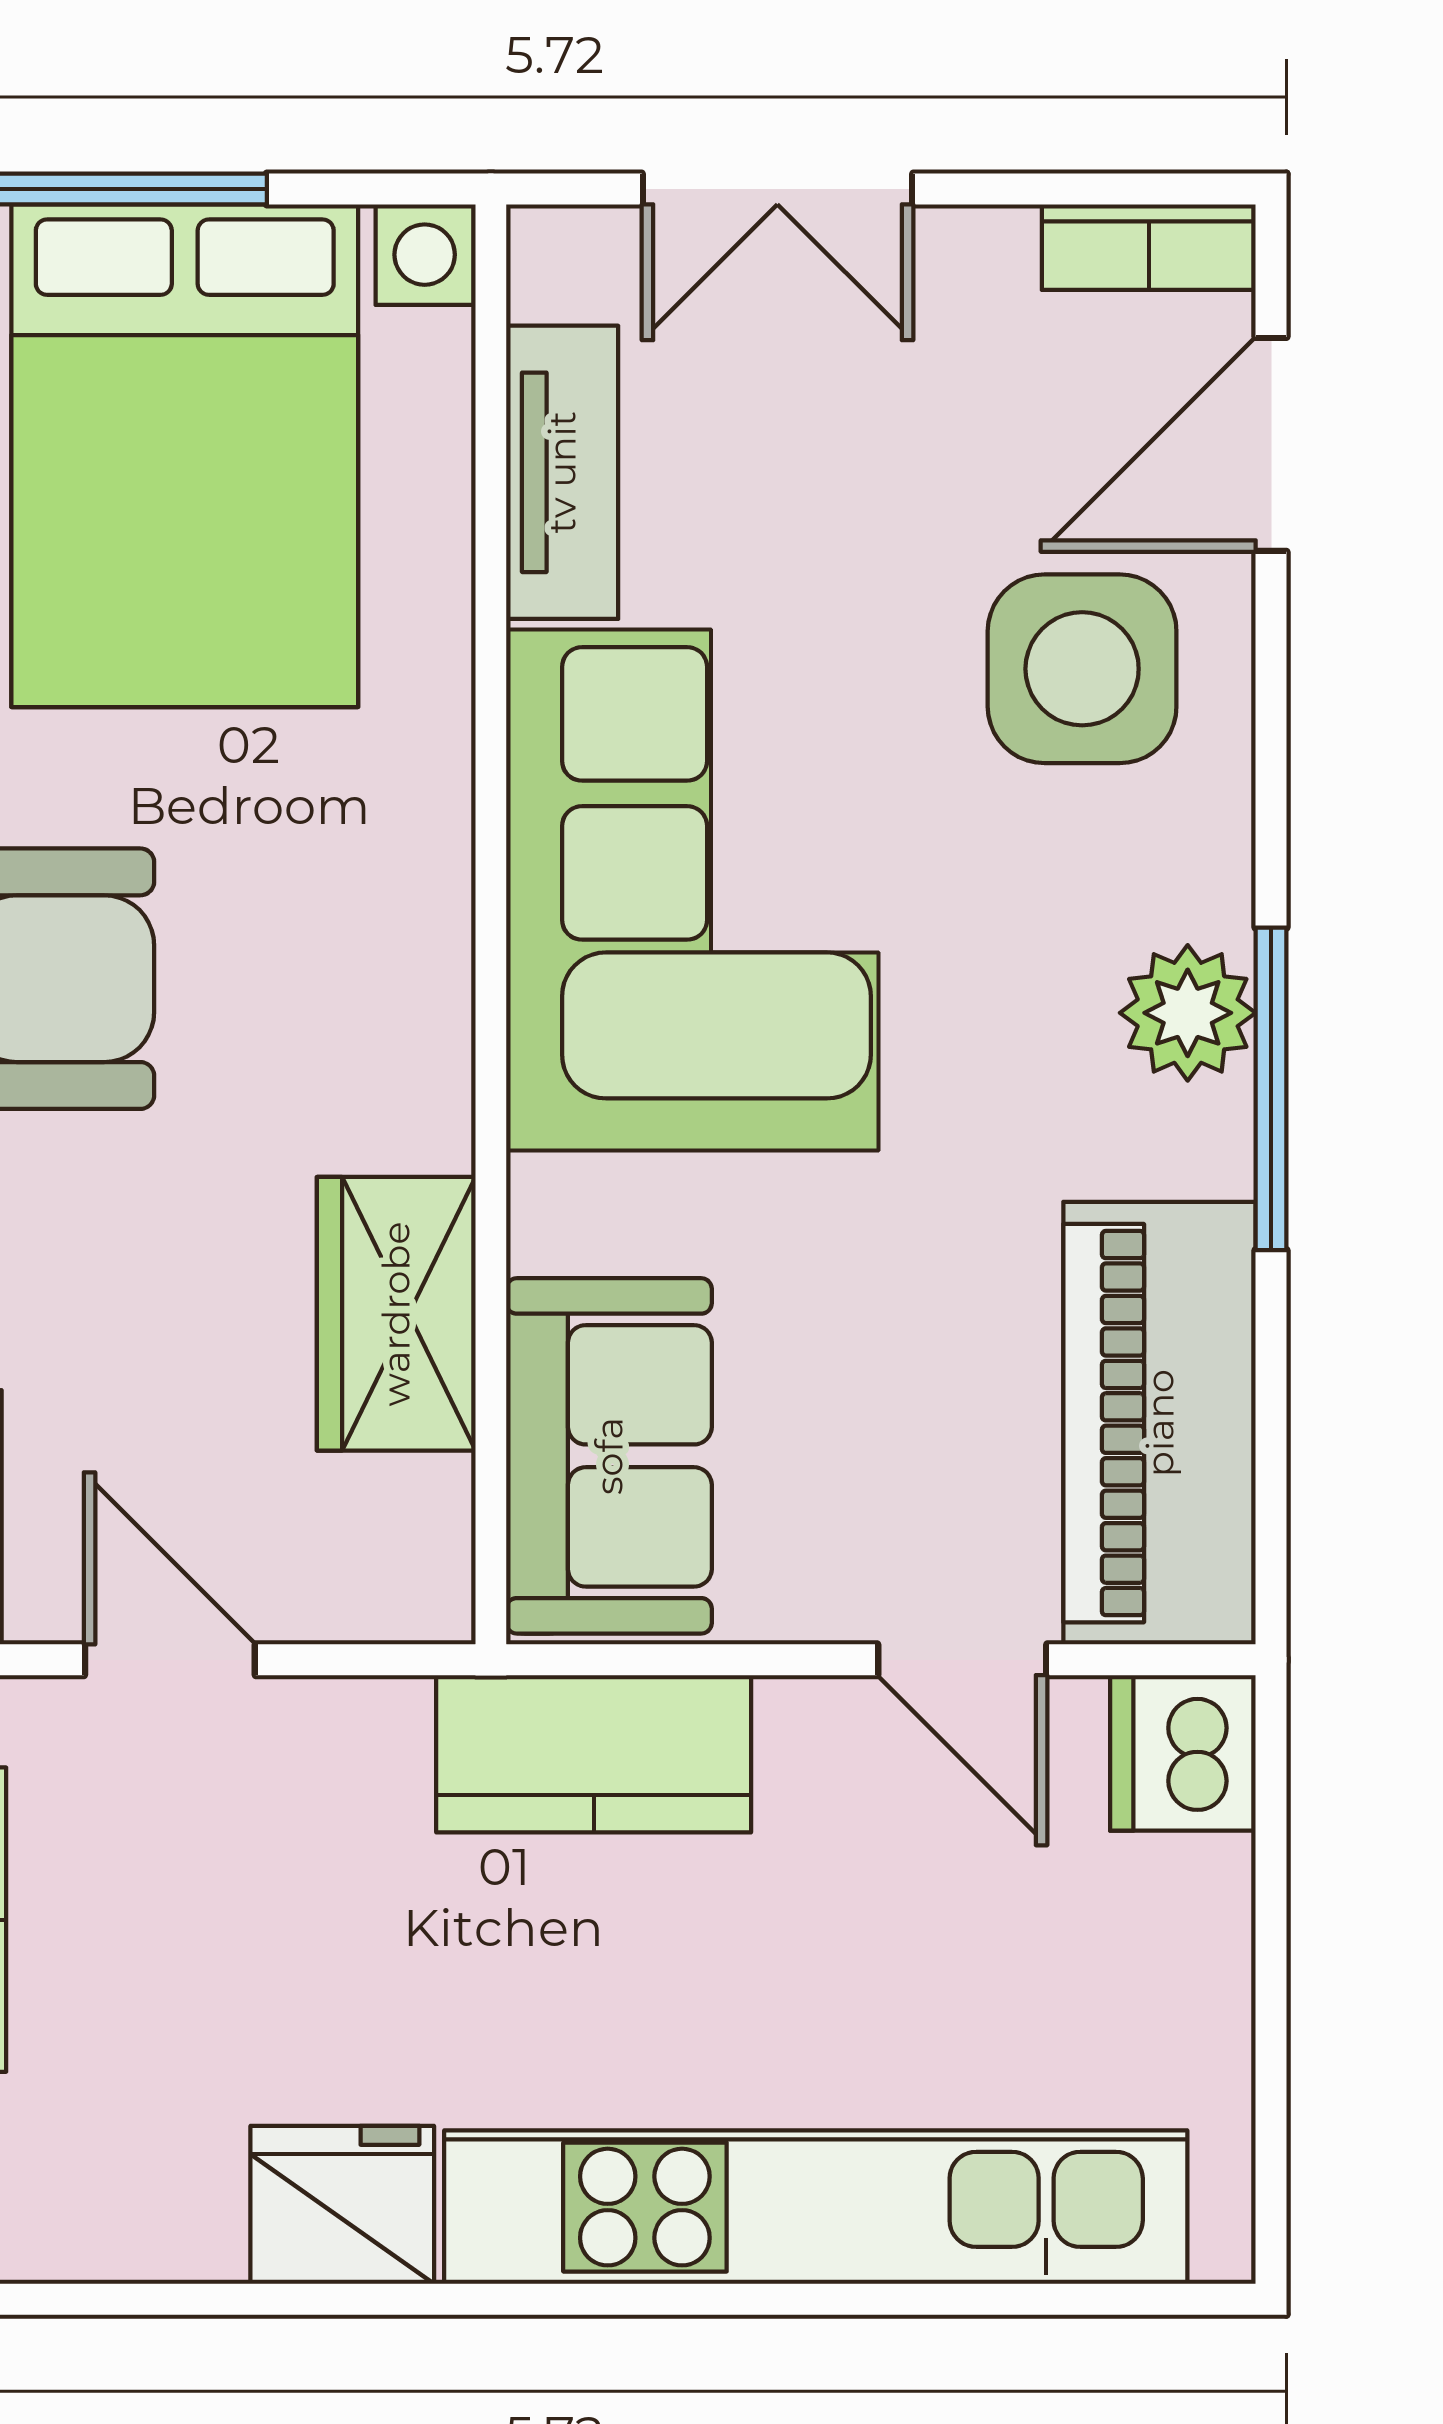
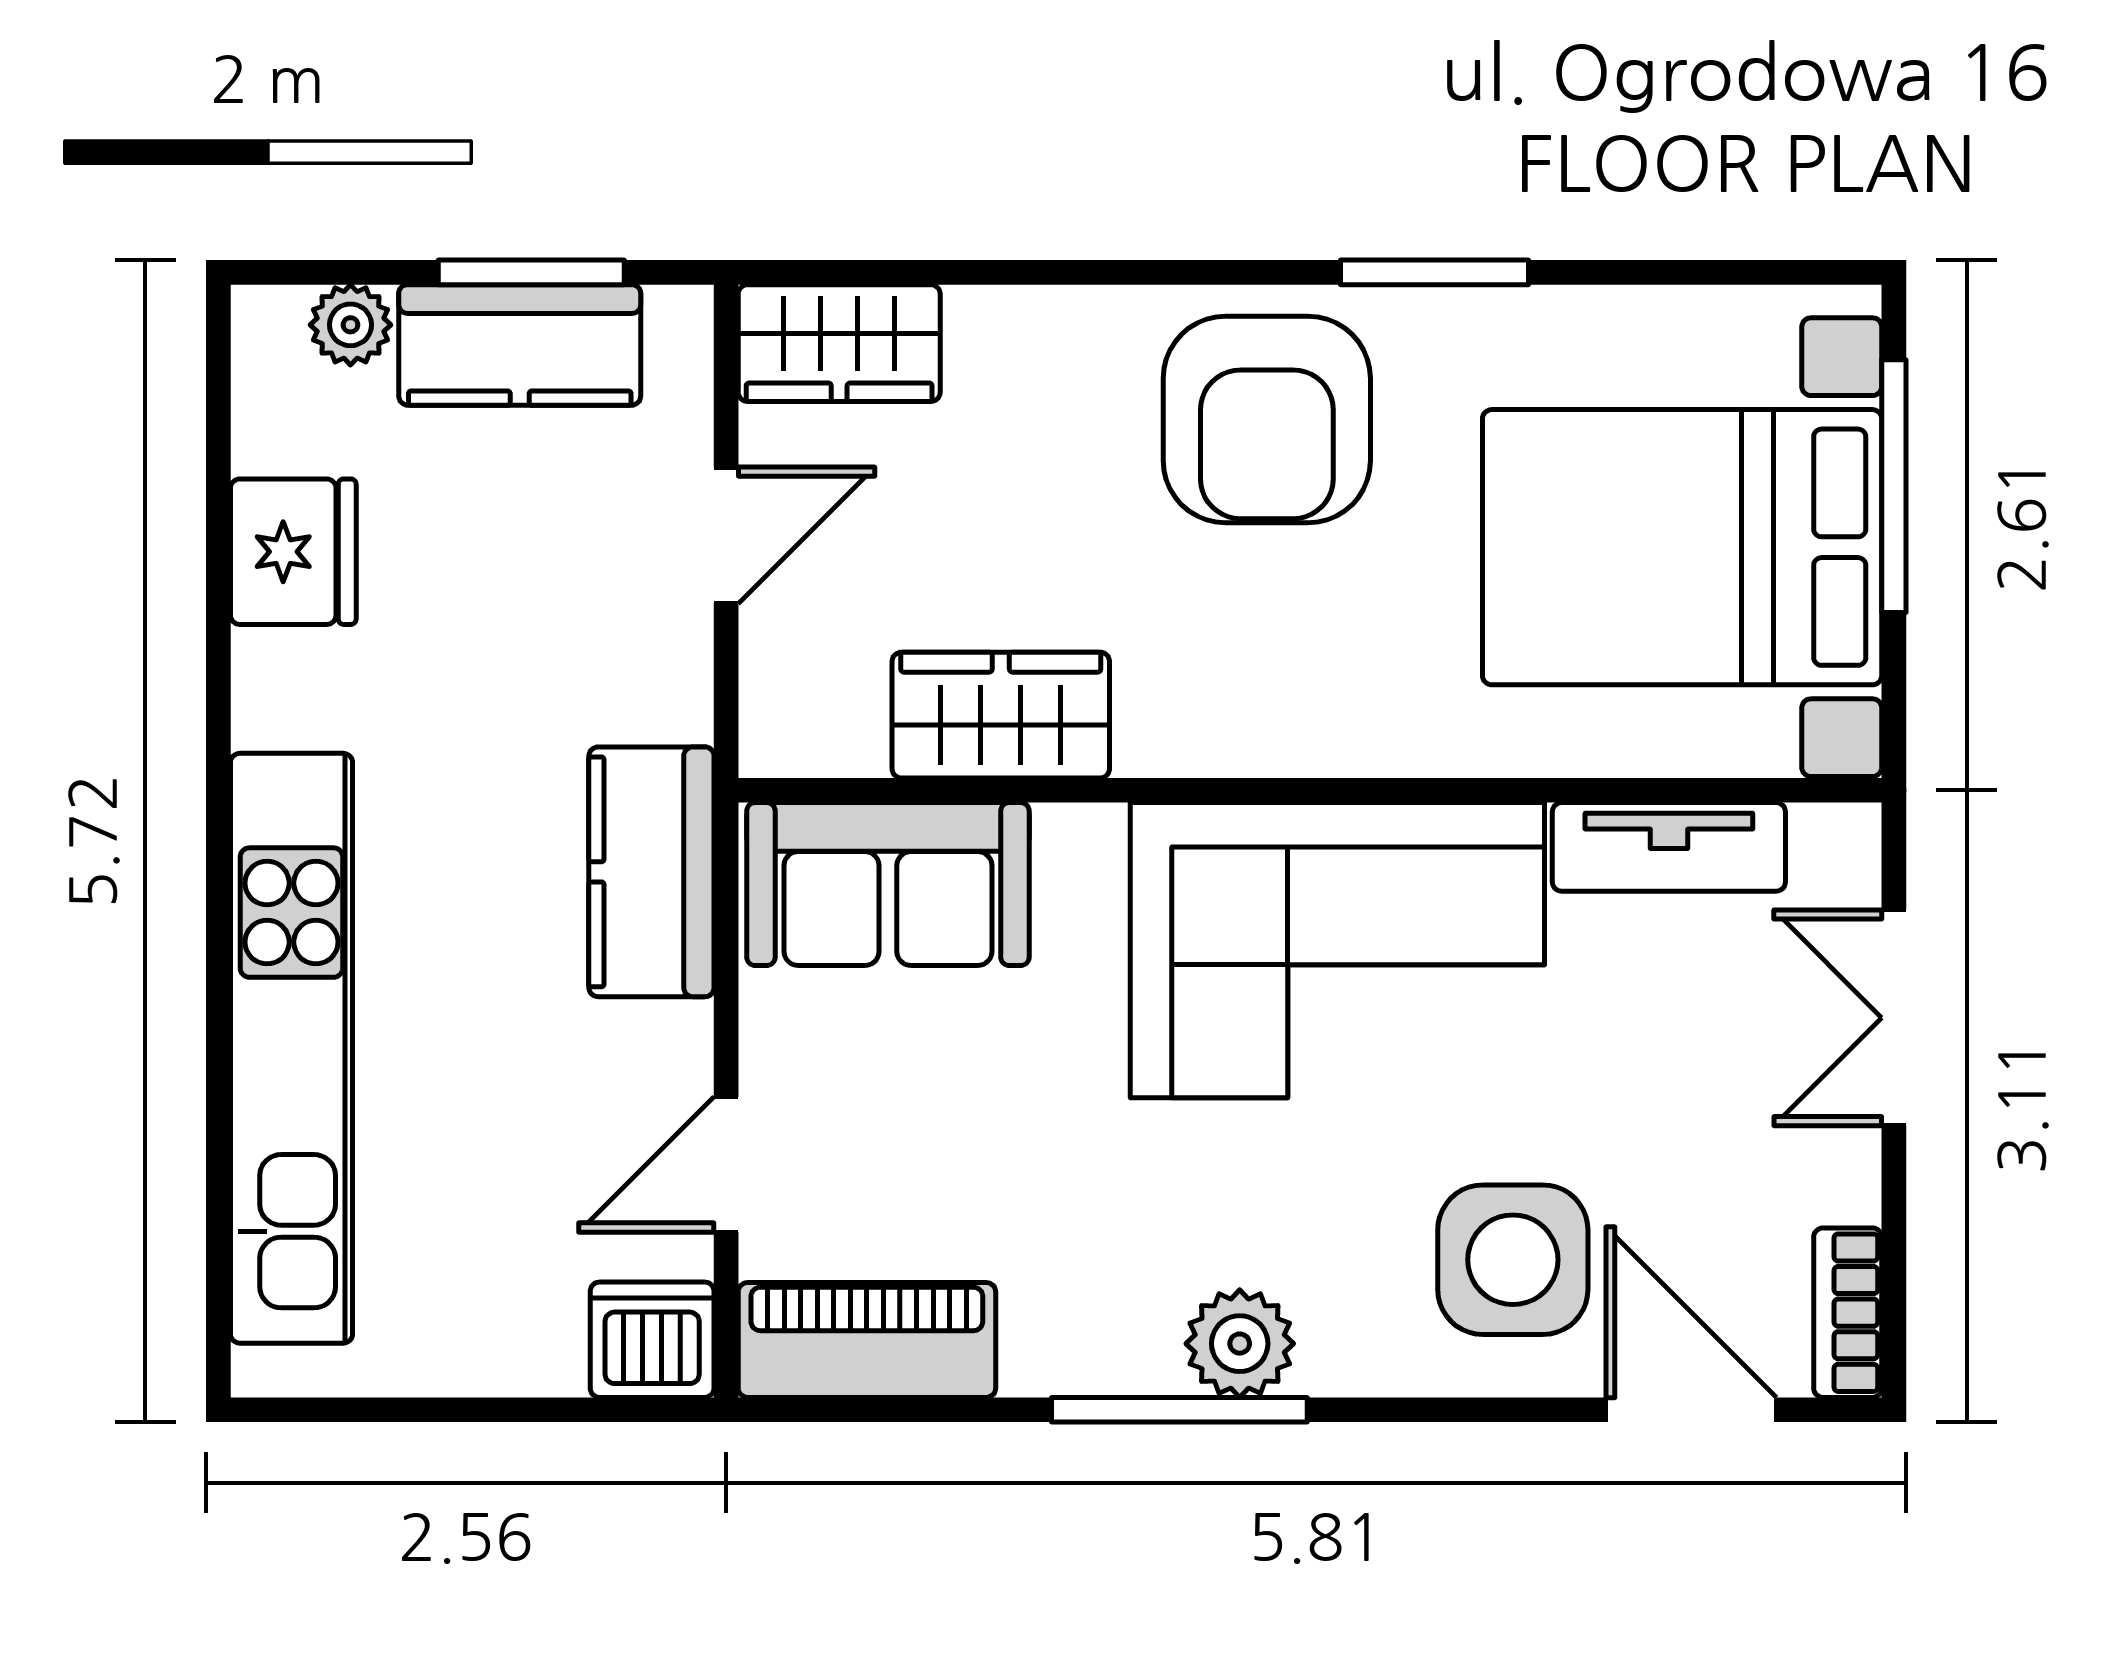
piano: (1160, 1423) -> (867, 1340), width x0.73, depth x0.75
fridge: (342, 2205) -> (293, 552), moved

